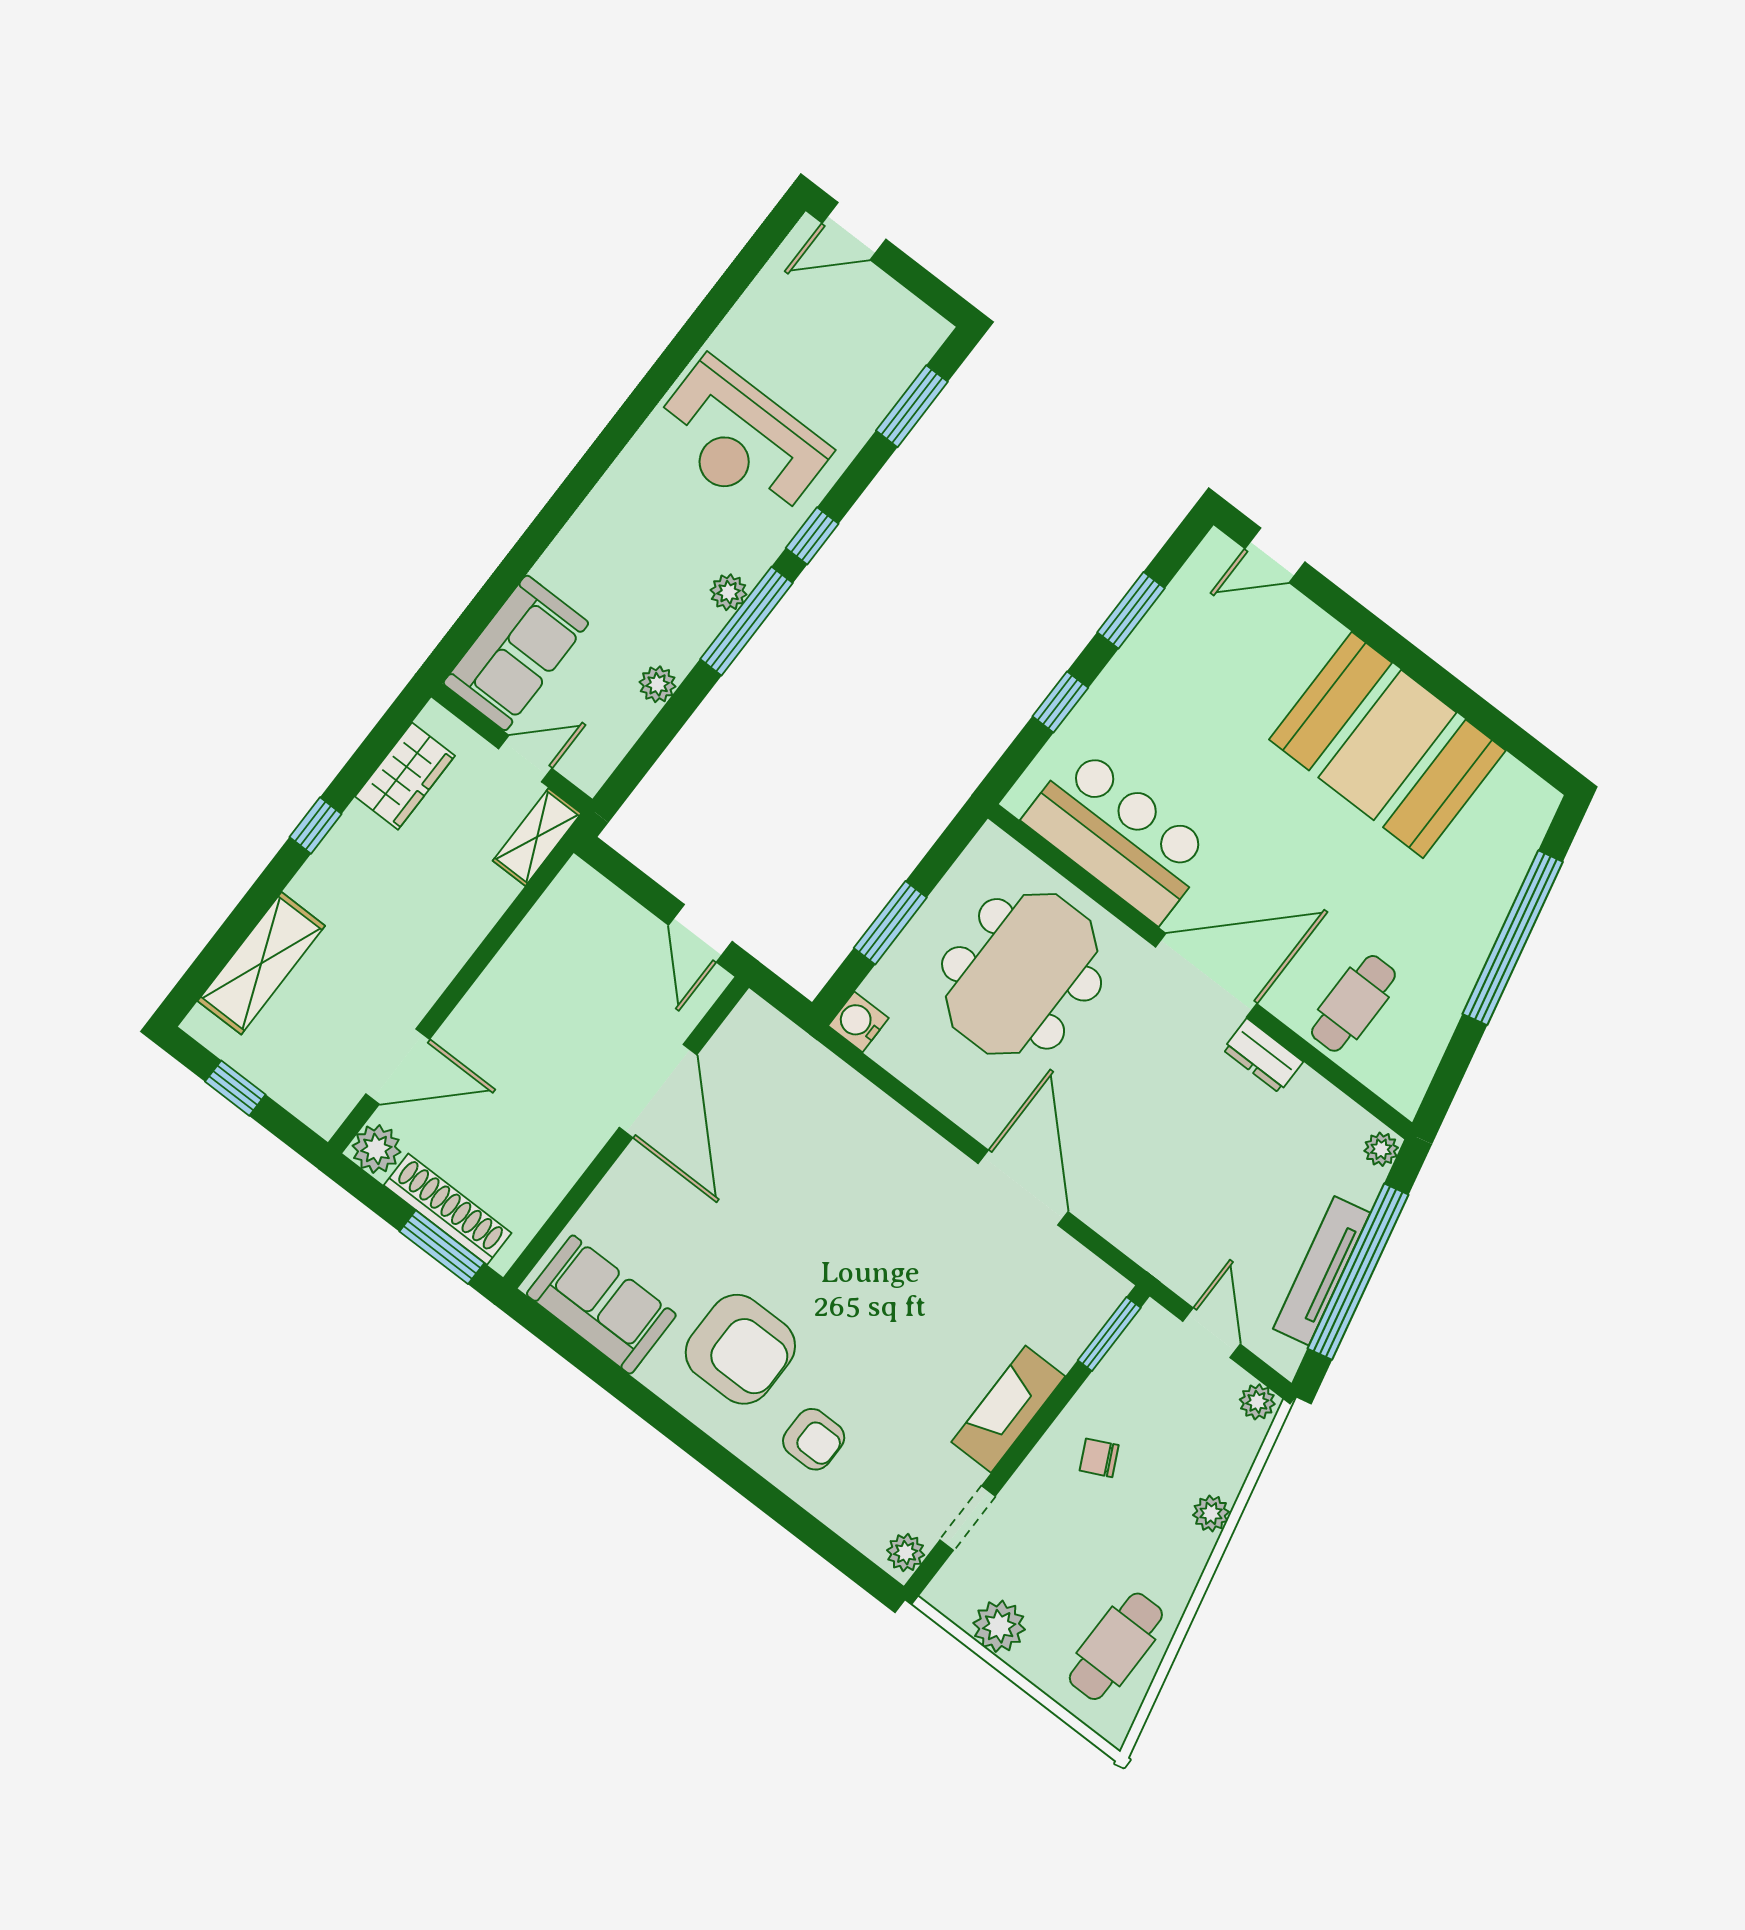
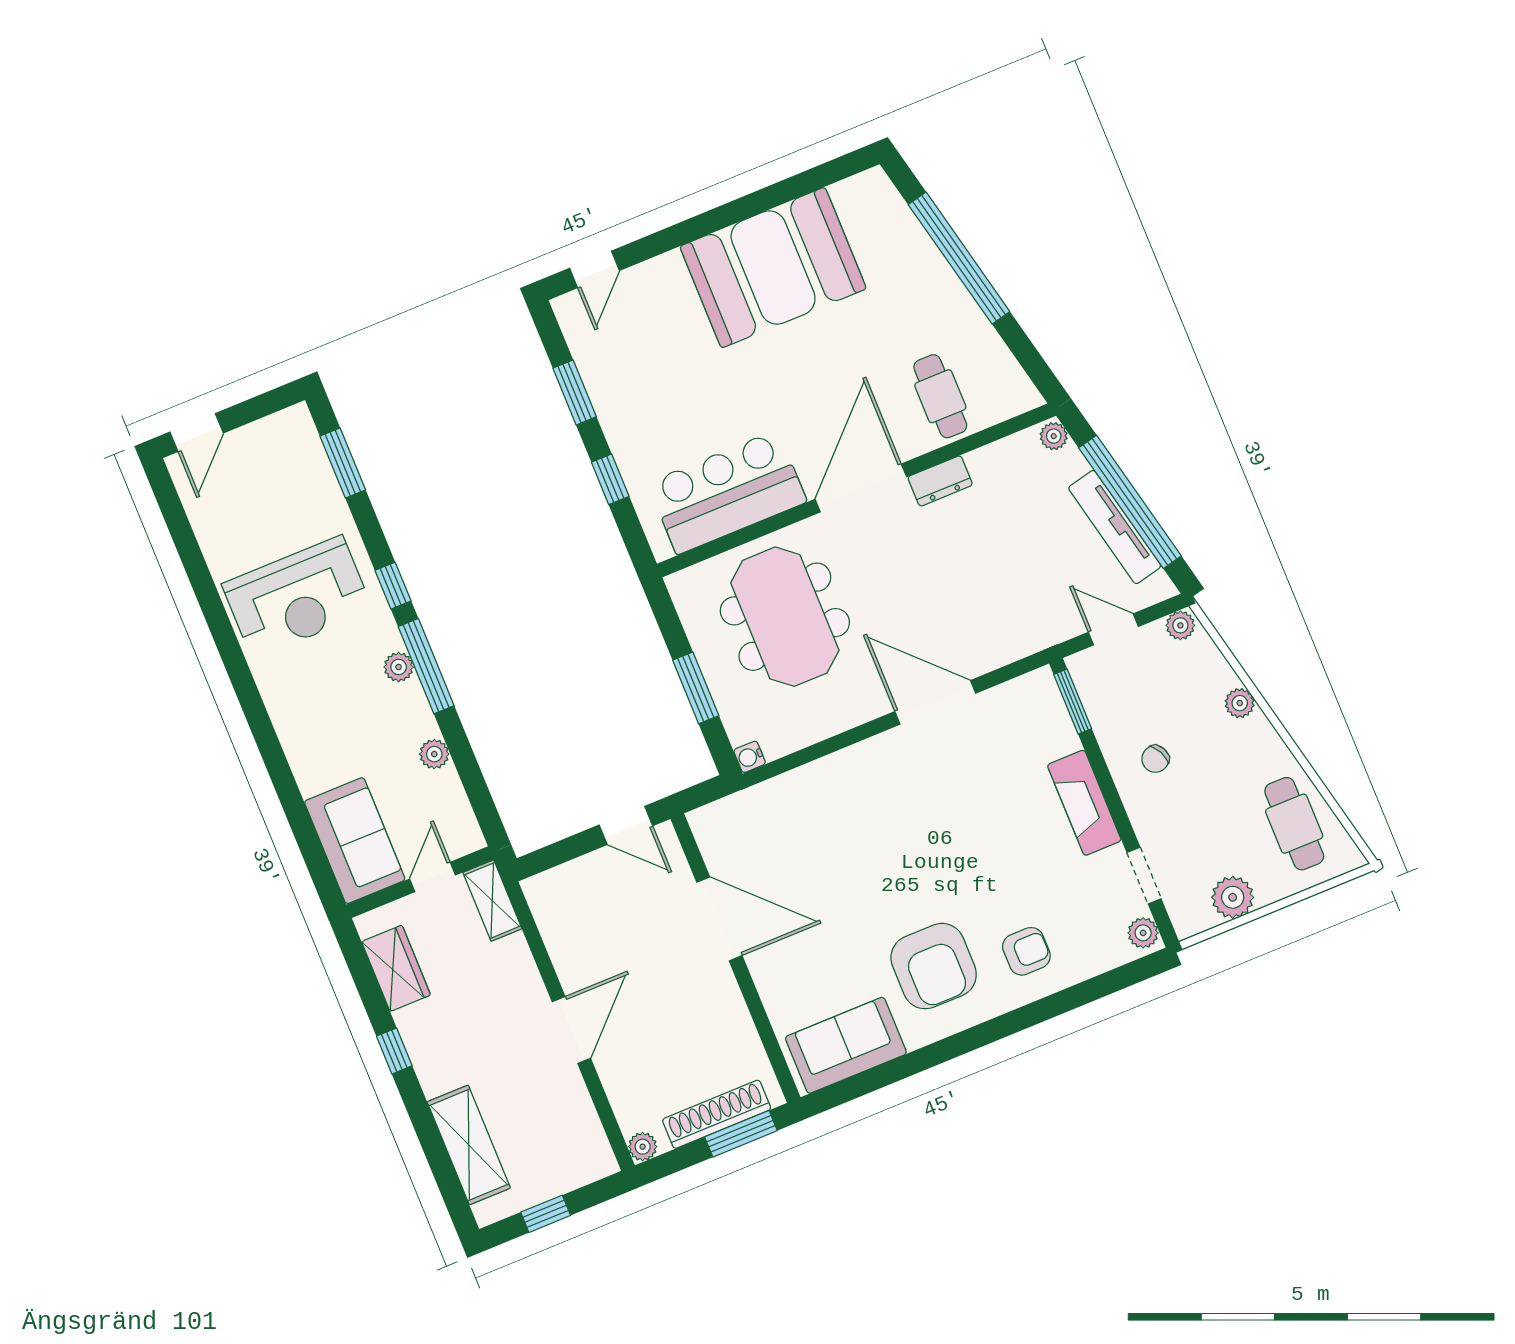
water cooler: (858, 1022) -> (750, 757), width x0.72, depth x0.72
door: (398, 1067) -> (571, 1030), moved
plant: (376, 1149) -> (643, 1147), width x0.73, depth x0.73
armchair: (740, 1349) -> (934, 966), turned 90

